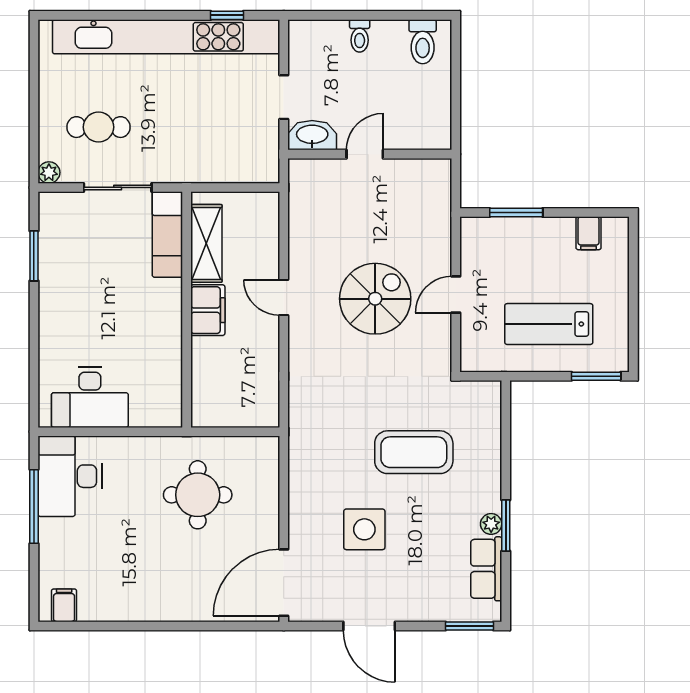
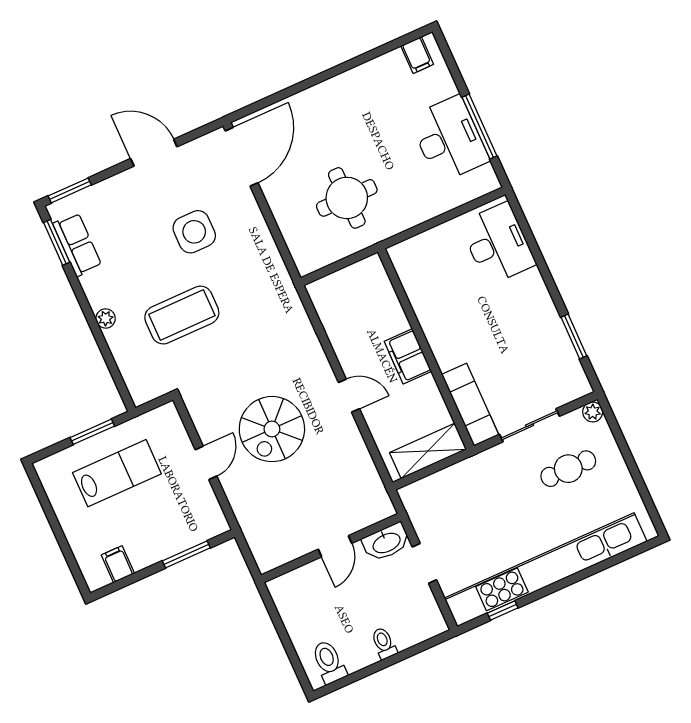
shelving: (206, 243) -> (428, 451), moved, turned 90
window: (596, 376) -> (92, 432), moved
desk: (90, 397) -> (498, 244), moved, turned 90
desk: (70, 476) -> (449, 139), moved
plant: (491, 524) -> (106, 318), moved
window: (506, 526) -> (57, 242), moved

